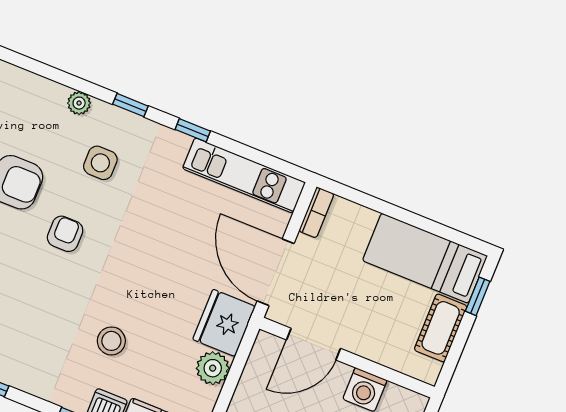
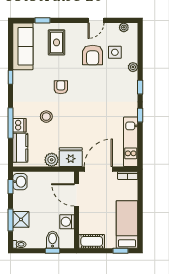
side table: (100, 163) -> (115, 52), moved
armchair: (65, 234) -> (61, 87), moved, turned -90
cot: (441, 328) -> (92, 241), moved

